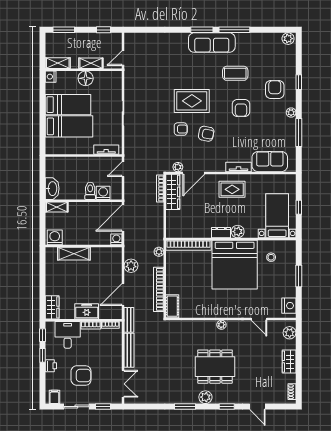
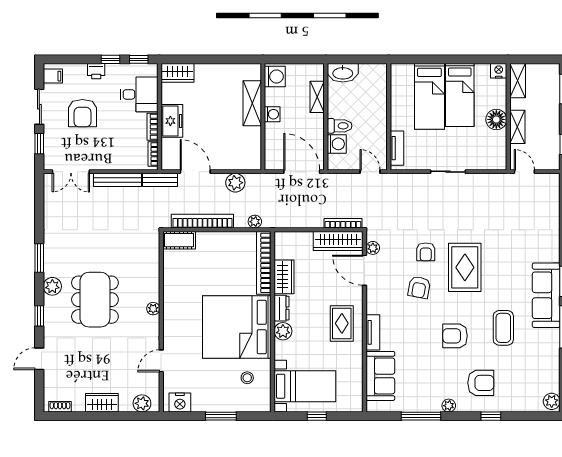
shelving: (57, 207) -> (317, 97), moved
wardrobe: (199, 231) -> (284, 277), added
washing machine: (116, 239) -> (272, 114), moved

